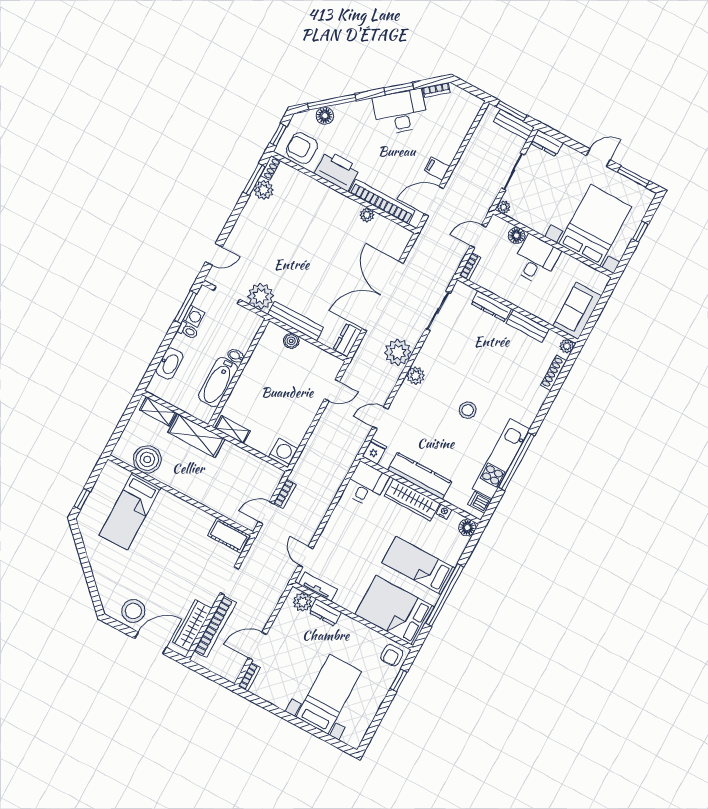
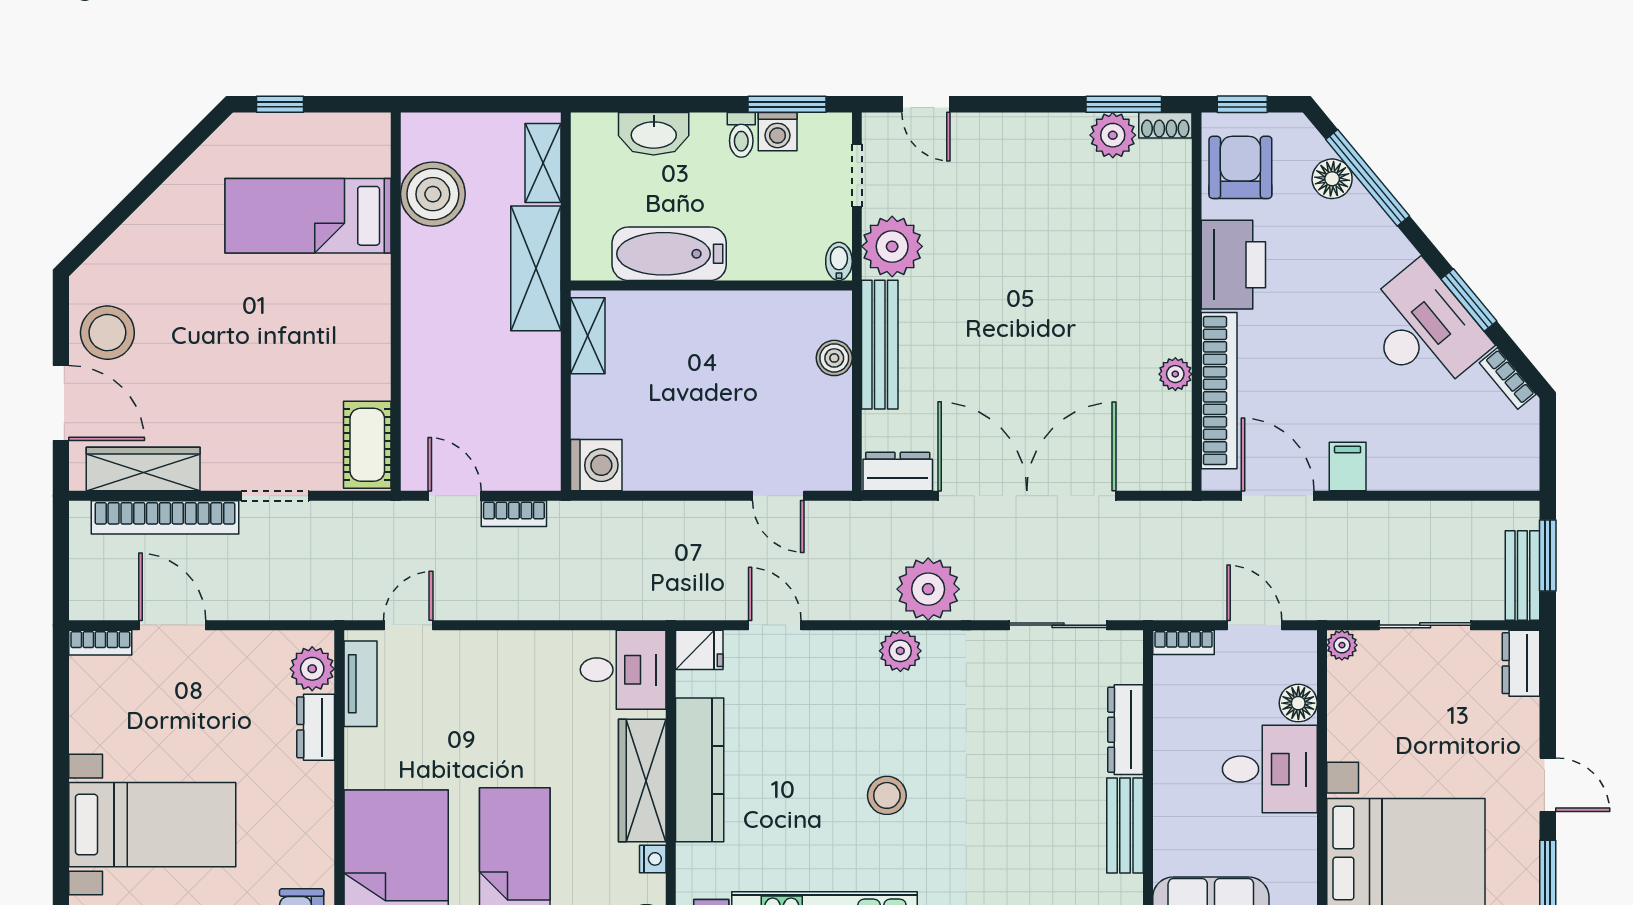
bidet: (236, 356) -> (839, 261), moved

